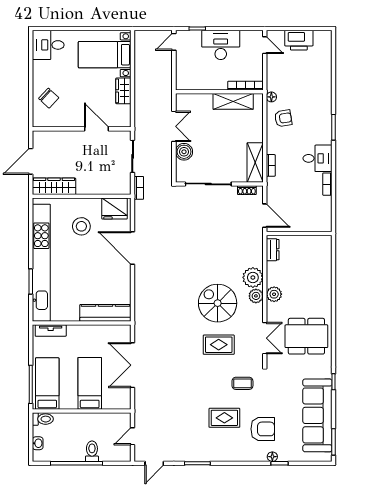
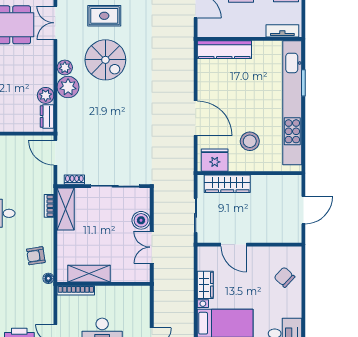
wardrobe: (54, 186) -> (227, 184), moved
bookcase: (139, 188) -> (189, 182), removed
plant: (274, 294) -> (46, 95), moved

